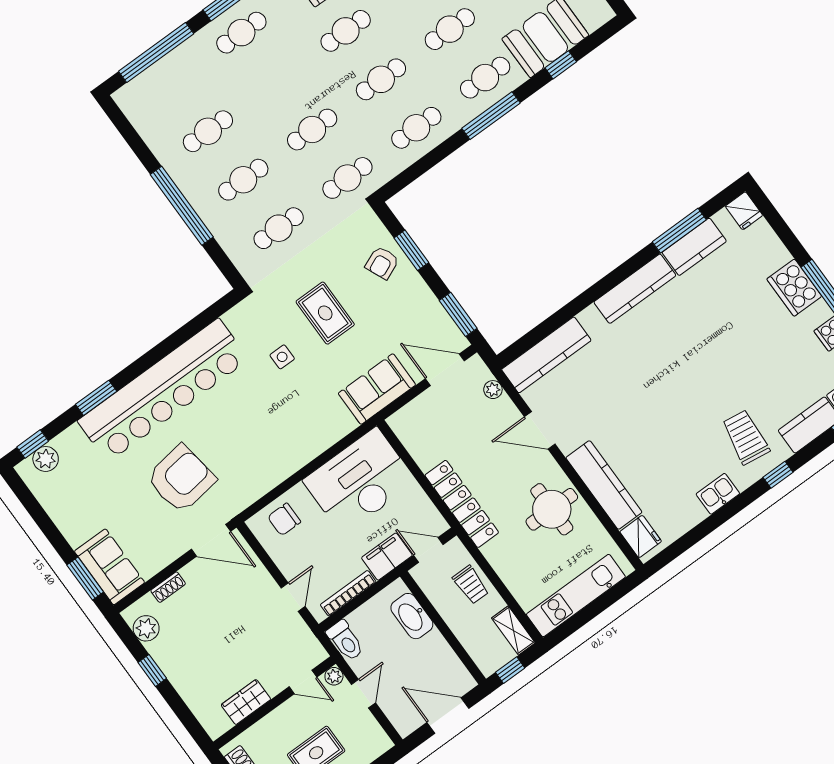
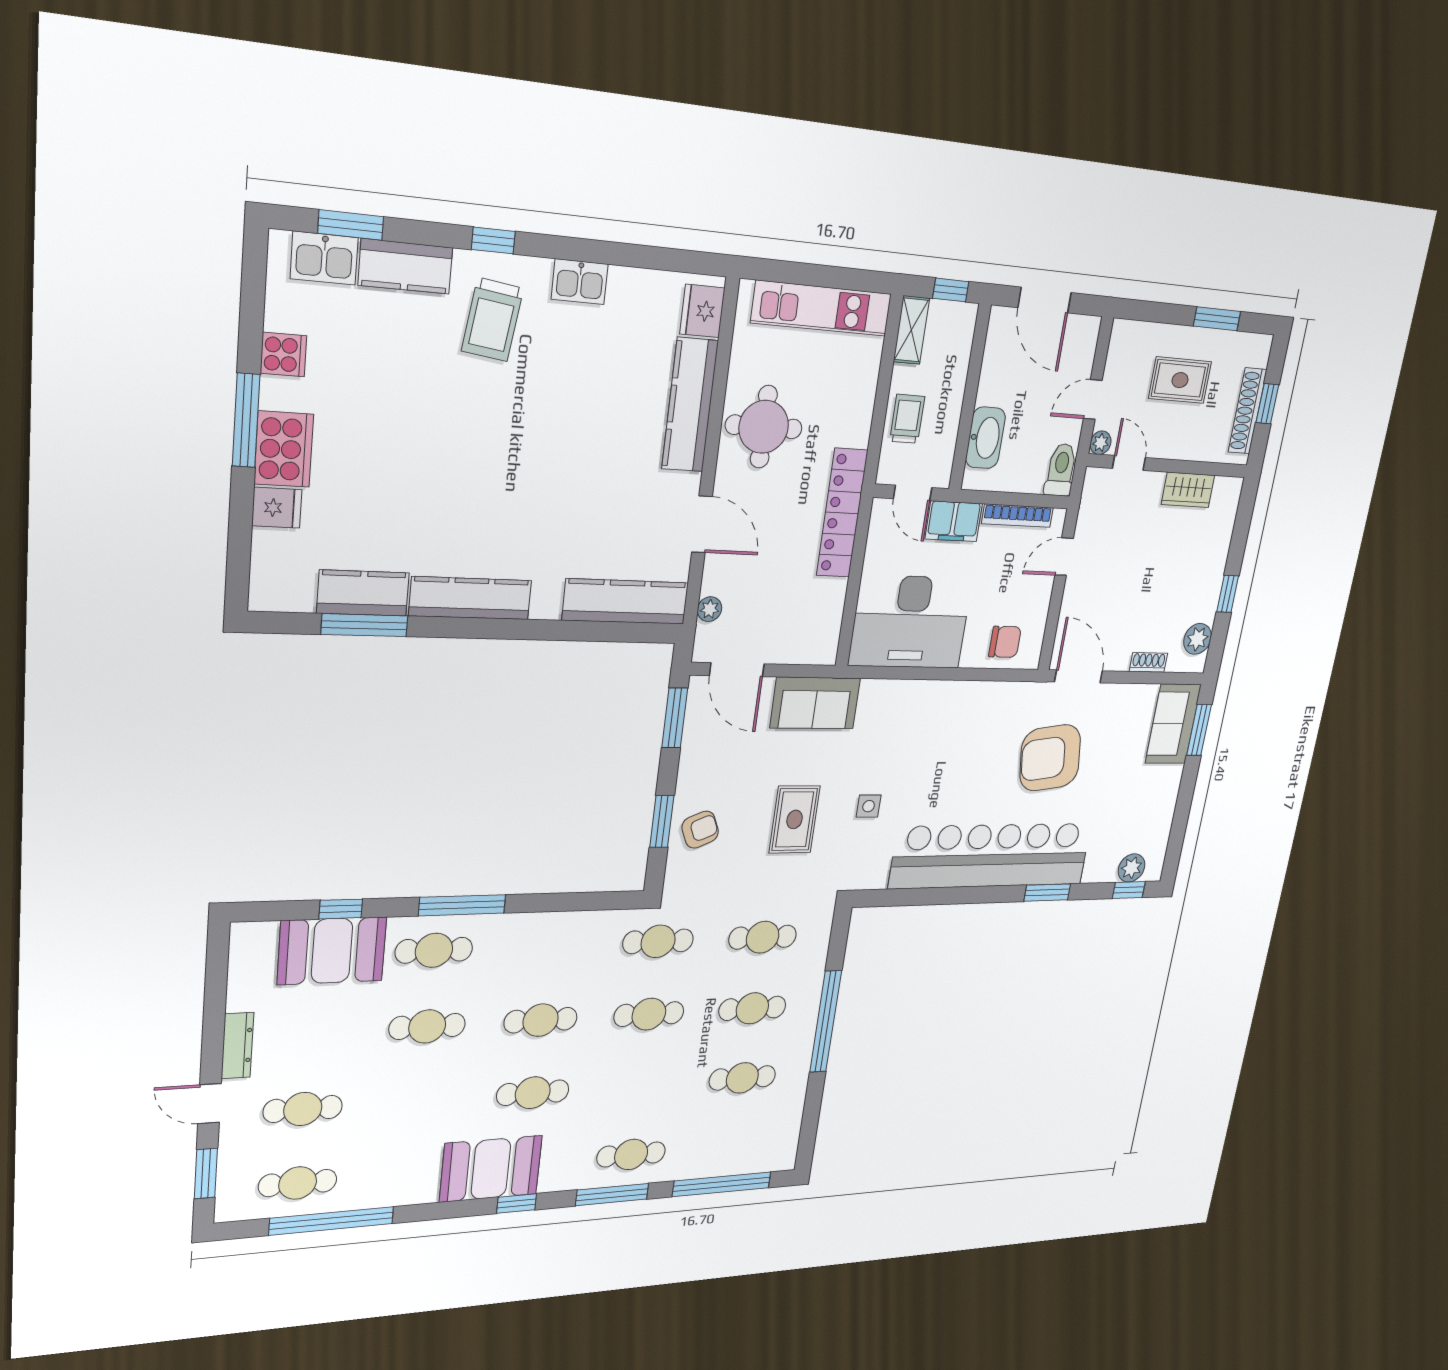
cafe table: (416, 128) -> (549, 946), removed
fridge: (744, 211) -> (277, 508), moved, turned 90

